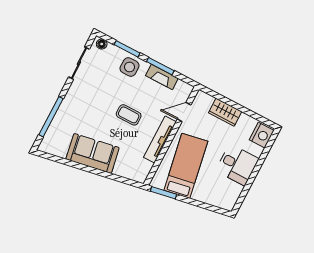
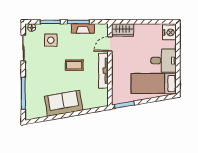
side table: (130, 67) -> (51, 40), moved
wardrobe: (225, 112) -> (123, 30), moved
bed: (186, 166) -> (154, 83), moved, turned -80

